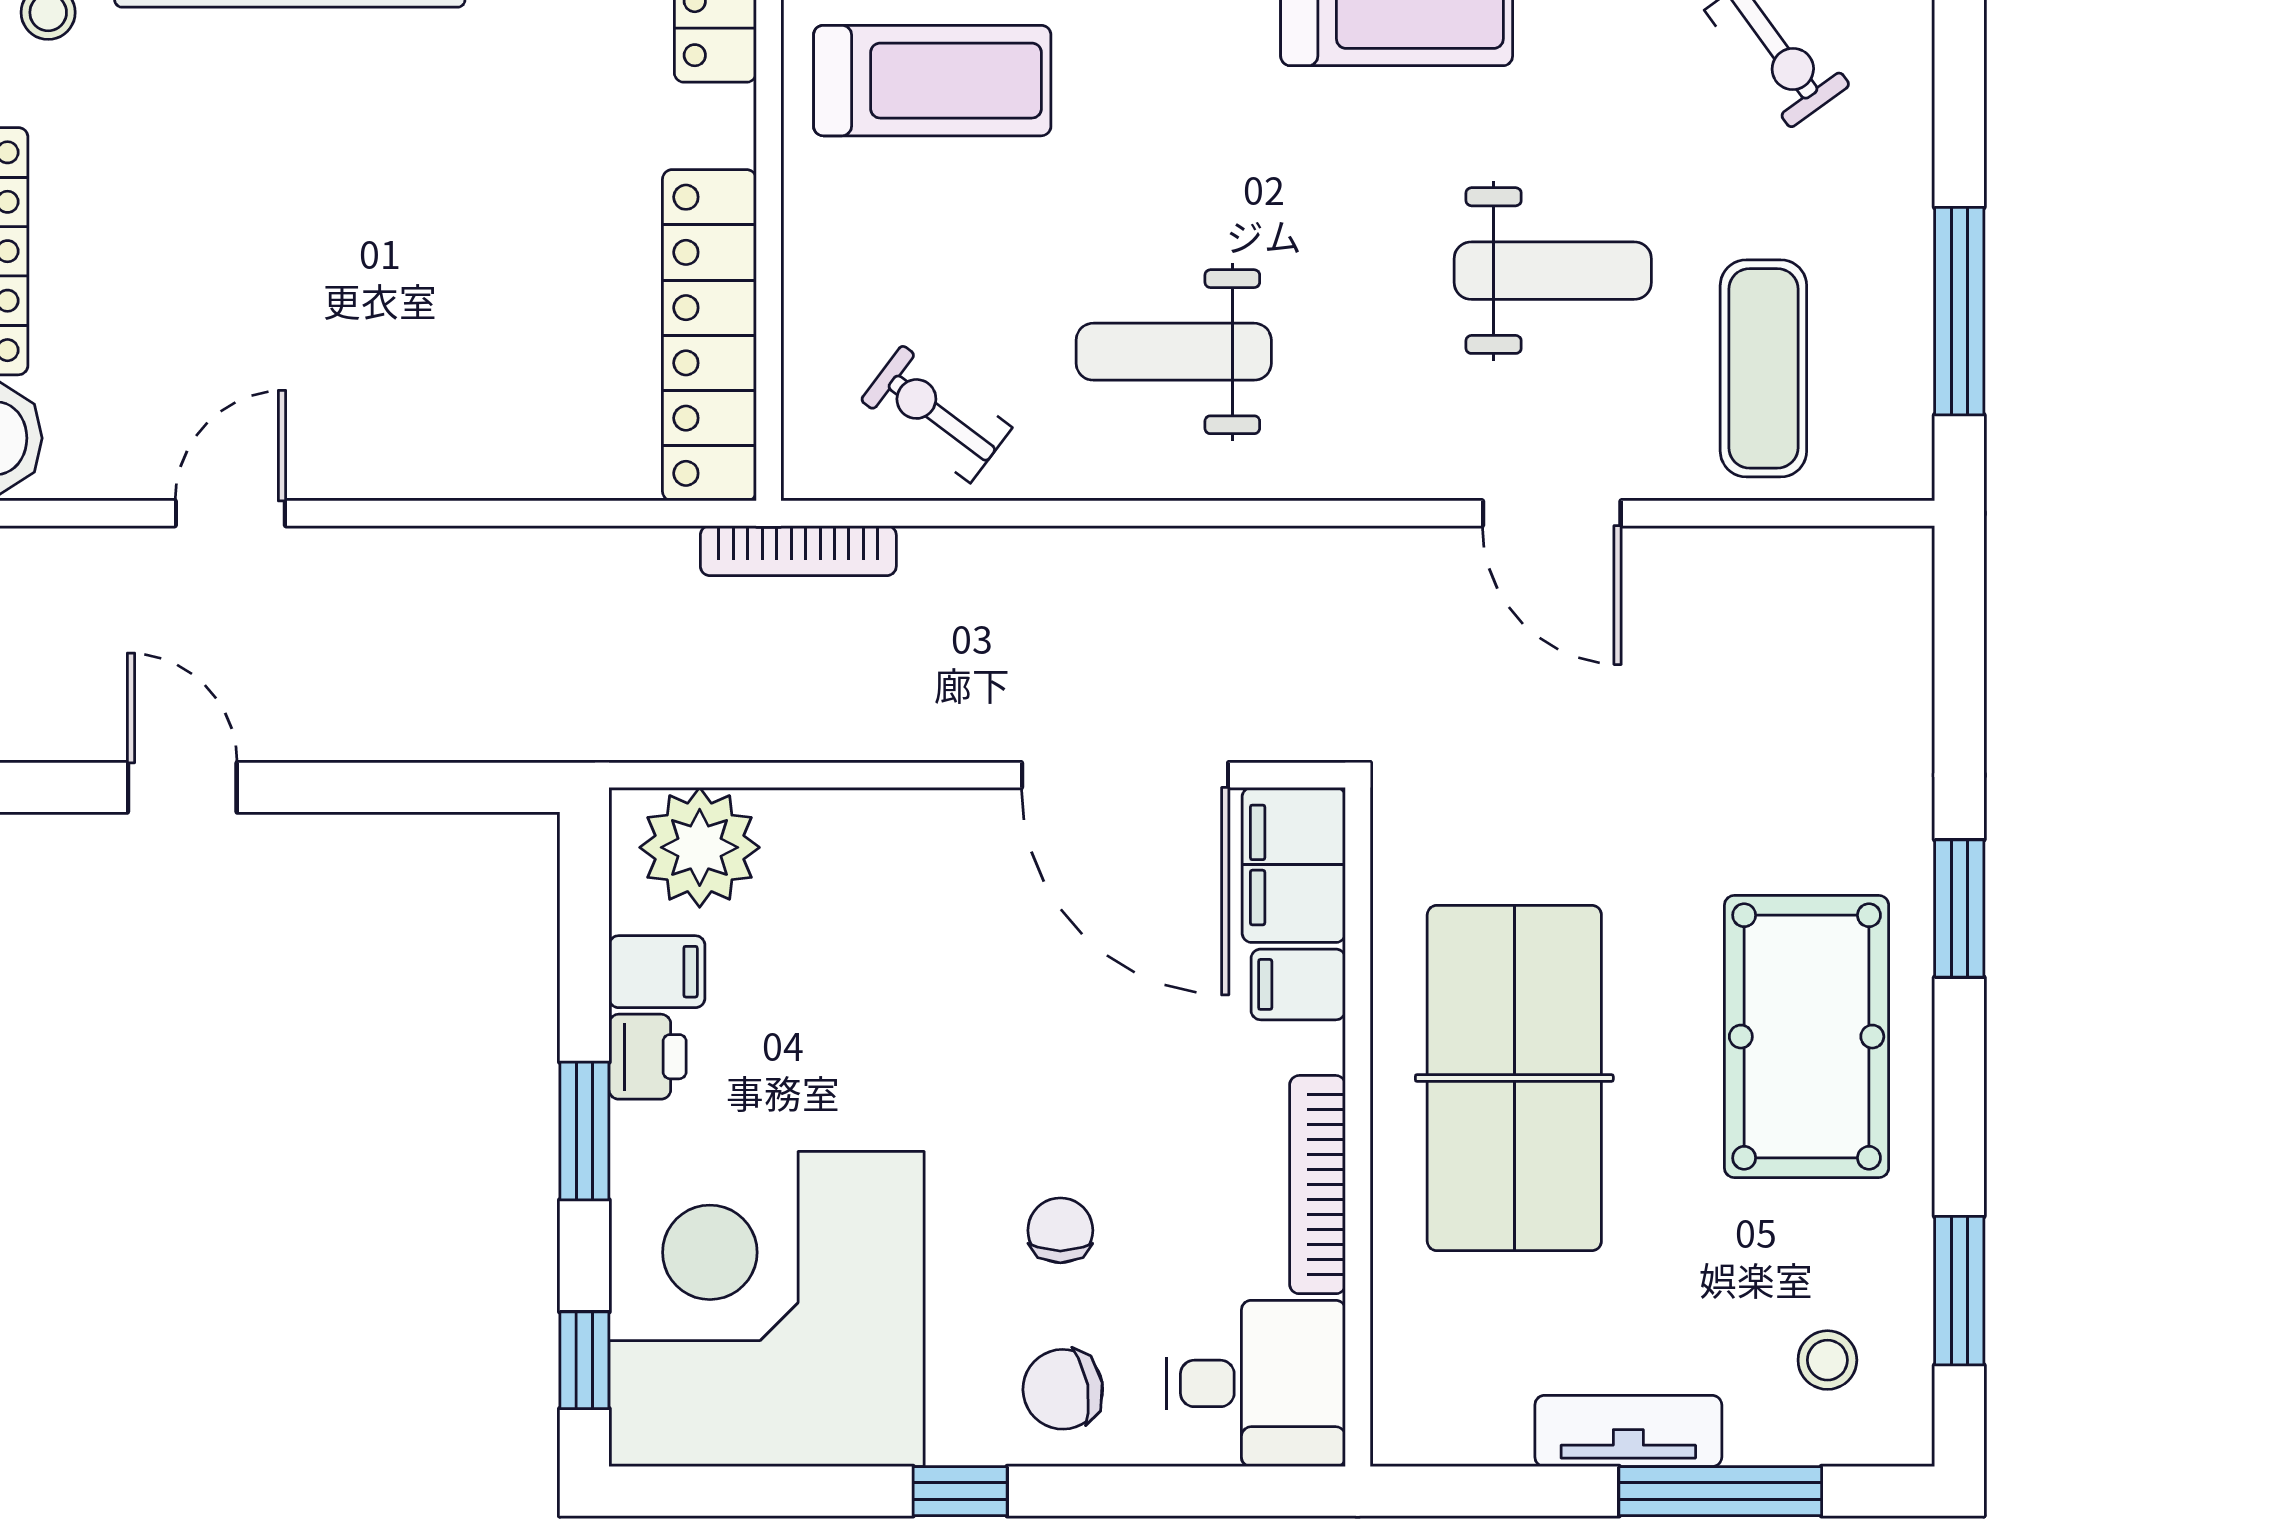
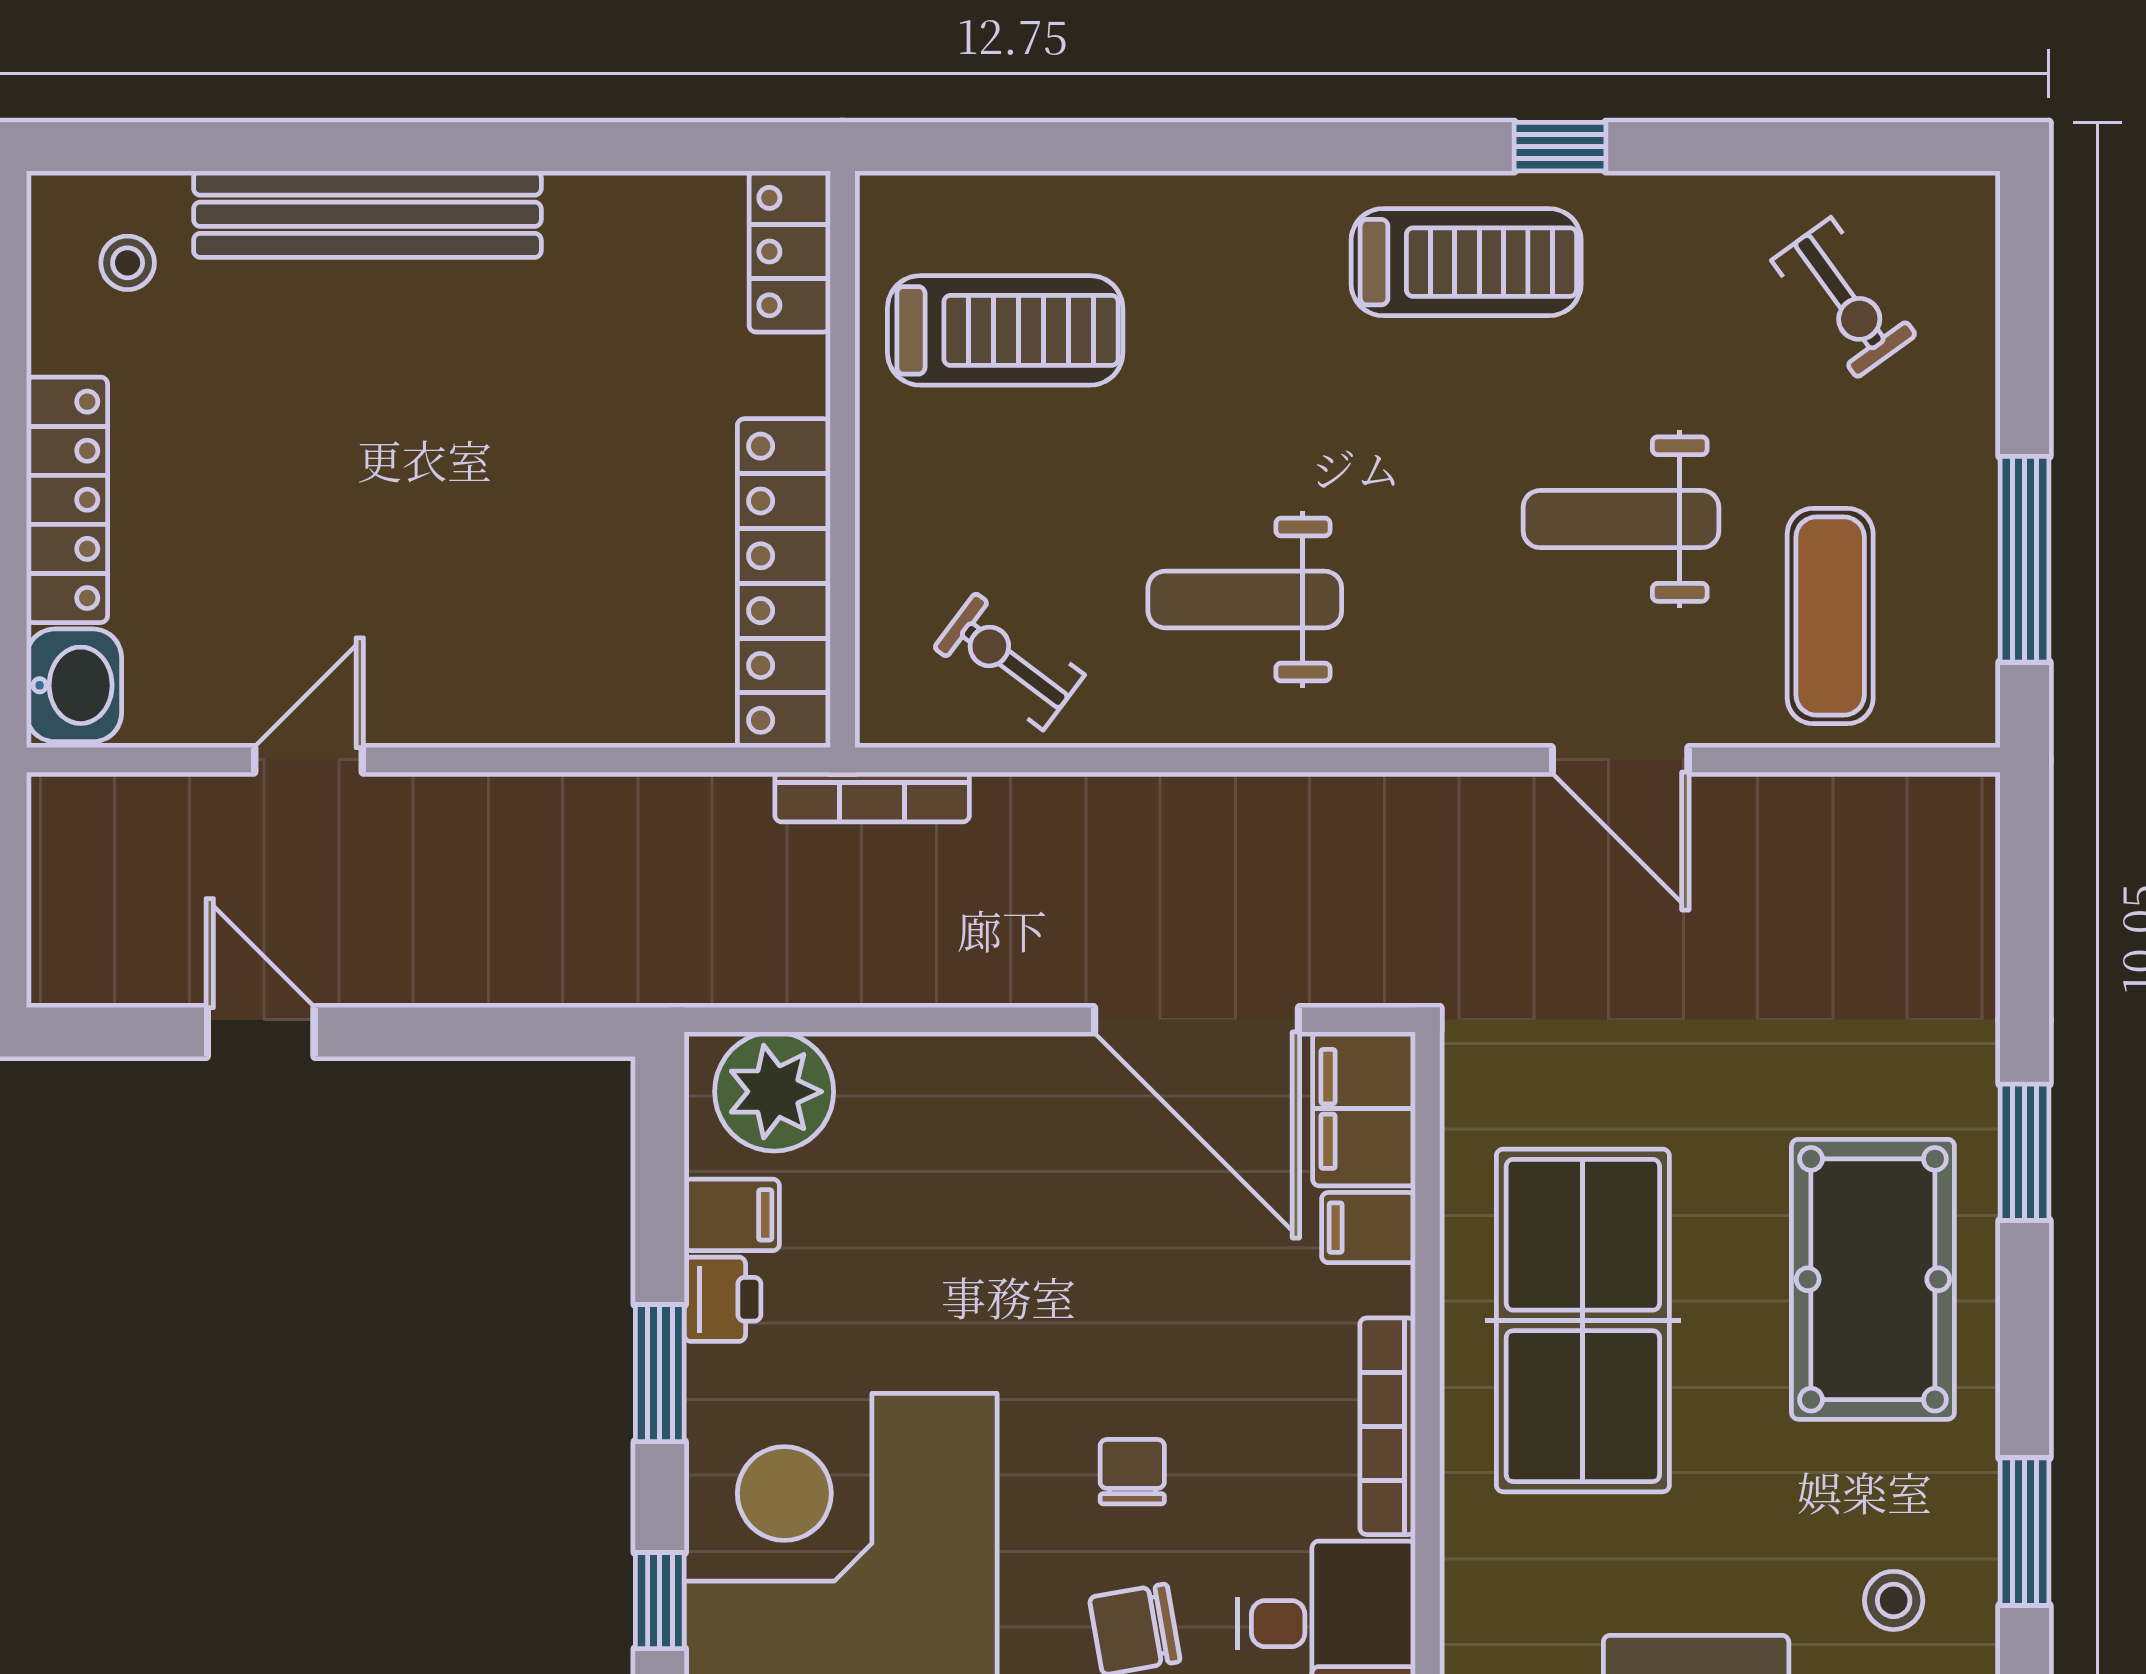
weight bench: (1553, 271) -> (1621, 519), turned 180

